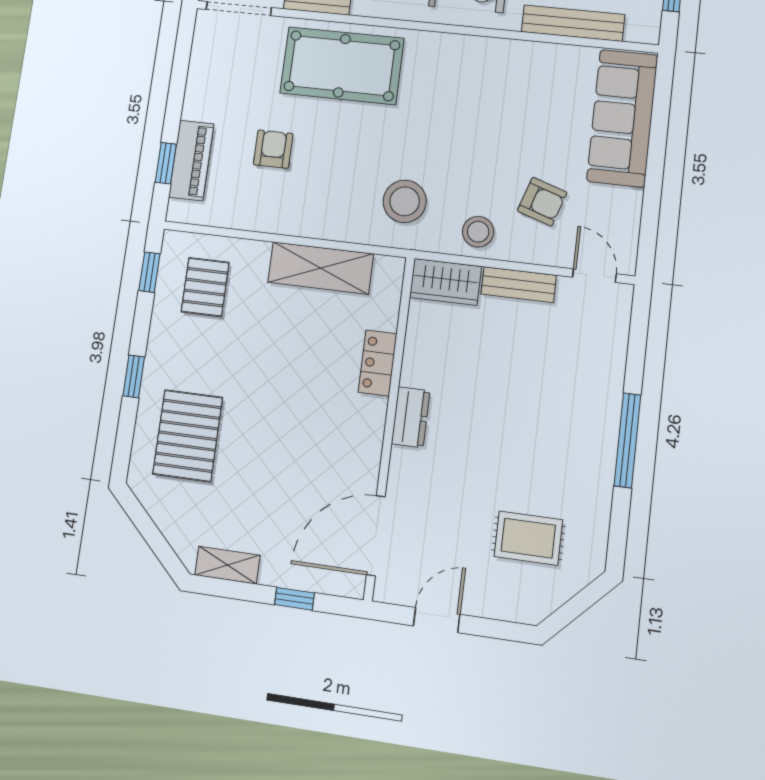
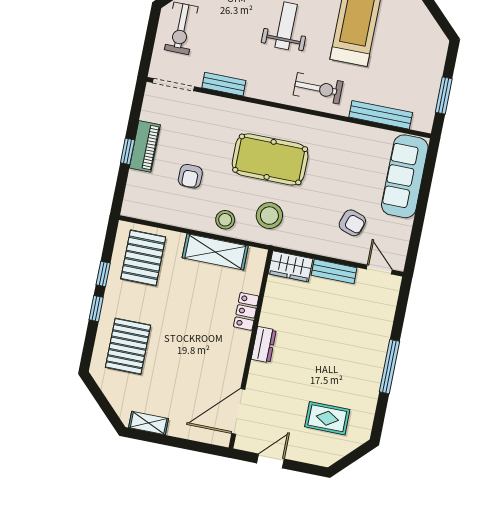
pool table: (342, 66) -> (270, 159), moved
armchair: (273, 149) -> (190, 176), turned 180
piano: (191, 160) -> (145, 146), moved
window: (166, 163) -> (128, 151), moved
stool: (478, 232) -> (225, 220), moved
window: (149, 272) -> (103, 274), moved
pallet: (205, 287) -> (143, 258), width x1.50, depth x1.42
window: (295, 599) -> (188, 444), removed

